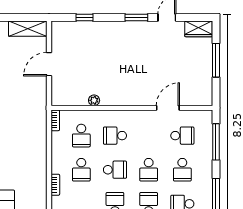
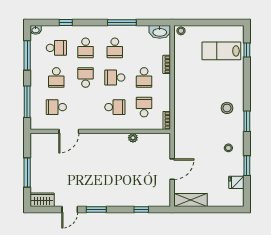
school desk: (81, 170) -> (144, 77), turned 180
school desk: (182, 170) -> (56, 77), turned 180

